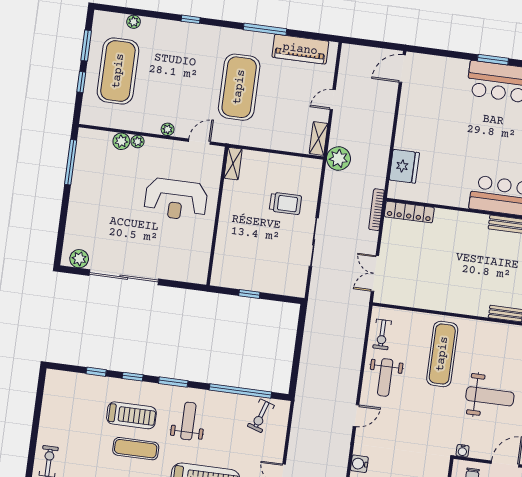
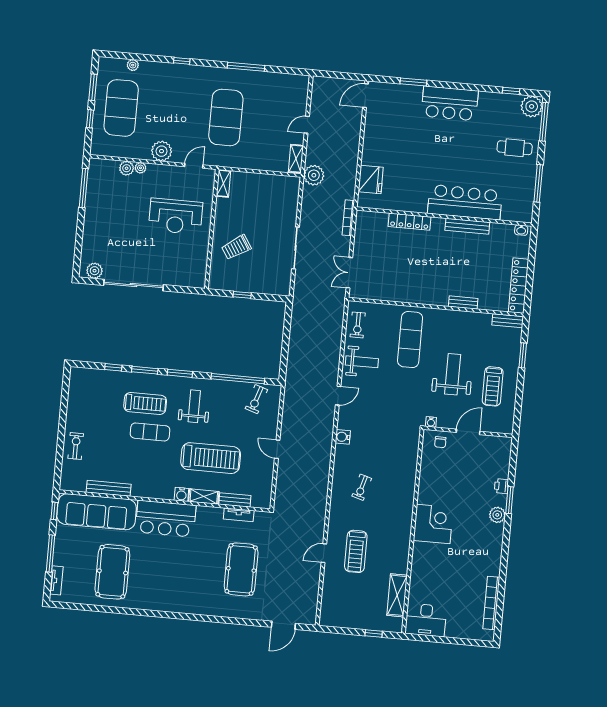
piano: (300, 49) -> (277, 83), removed
window: (493, 60) -> (413, 82), moved
plant: (168, 129) -> (162, 151), width x1.88, depth x1.88
trolley: (285, 203) -> (236, 247), moved, turned 147
locker: (409, 212) -> (410, 222), moved
window: (133, 377) -> (145, 370), width x1.50
weight bench: (385, 377) -> (362, 362), turned -90
weight bench: (490, 396) -> (453, 374), turned -90

